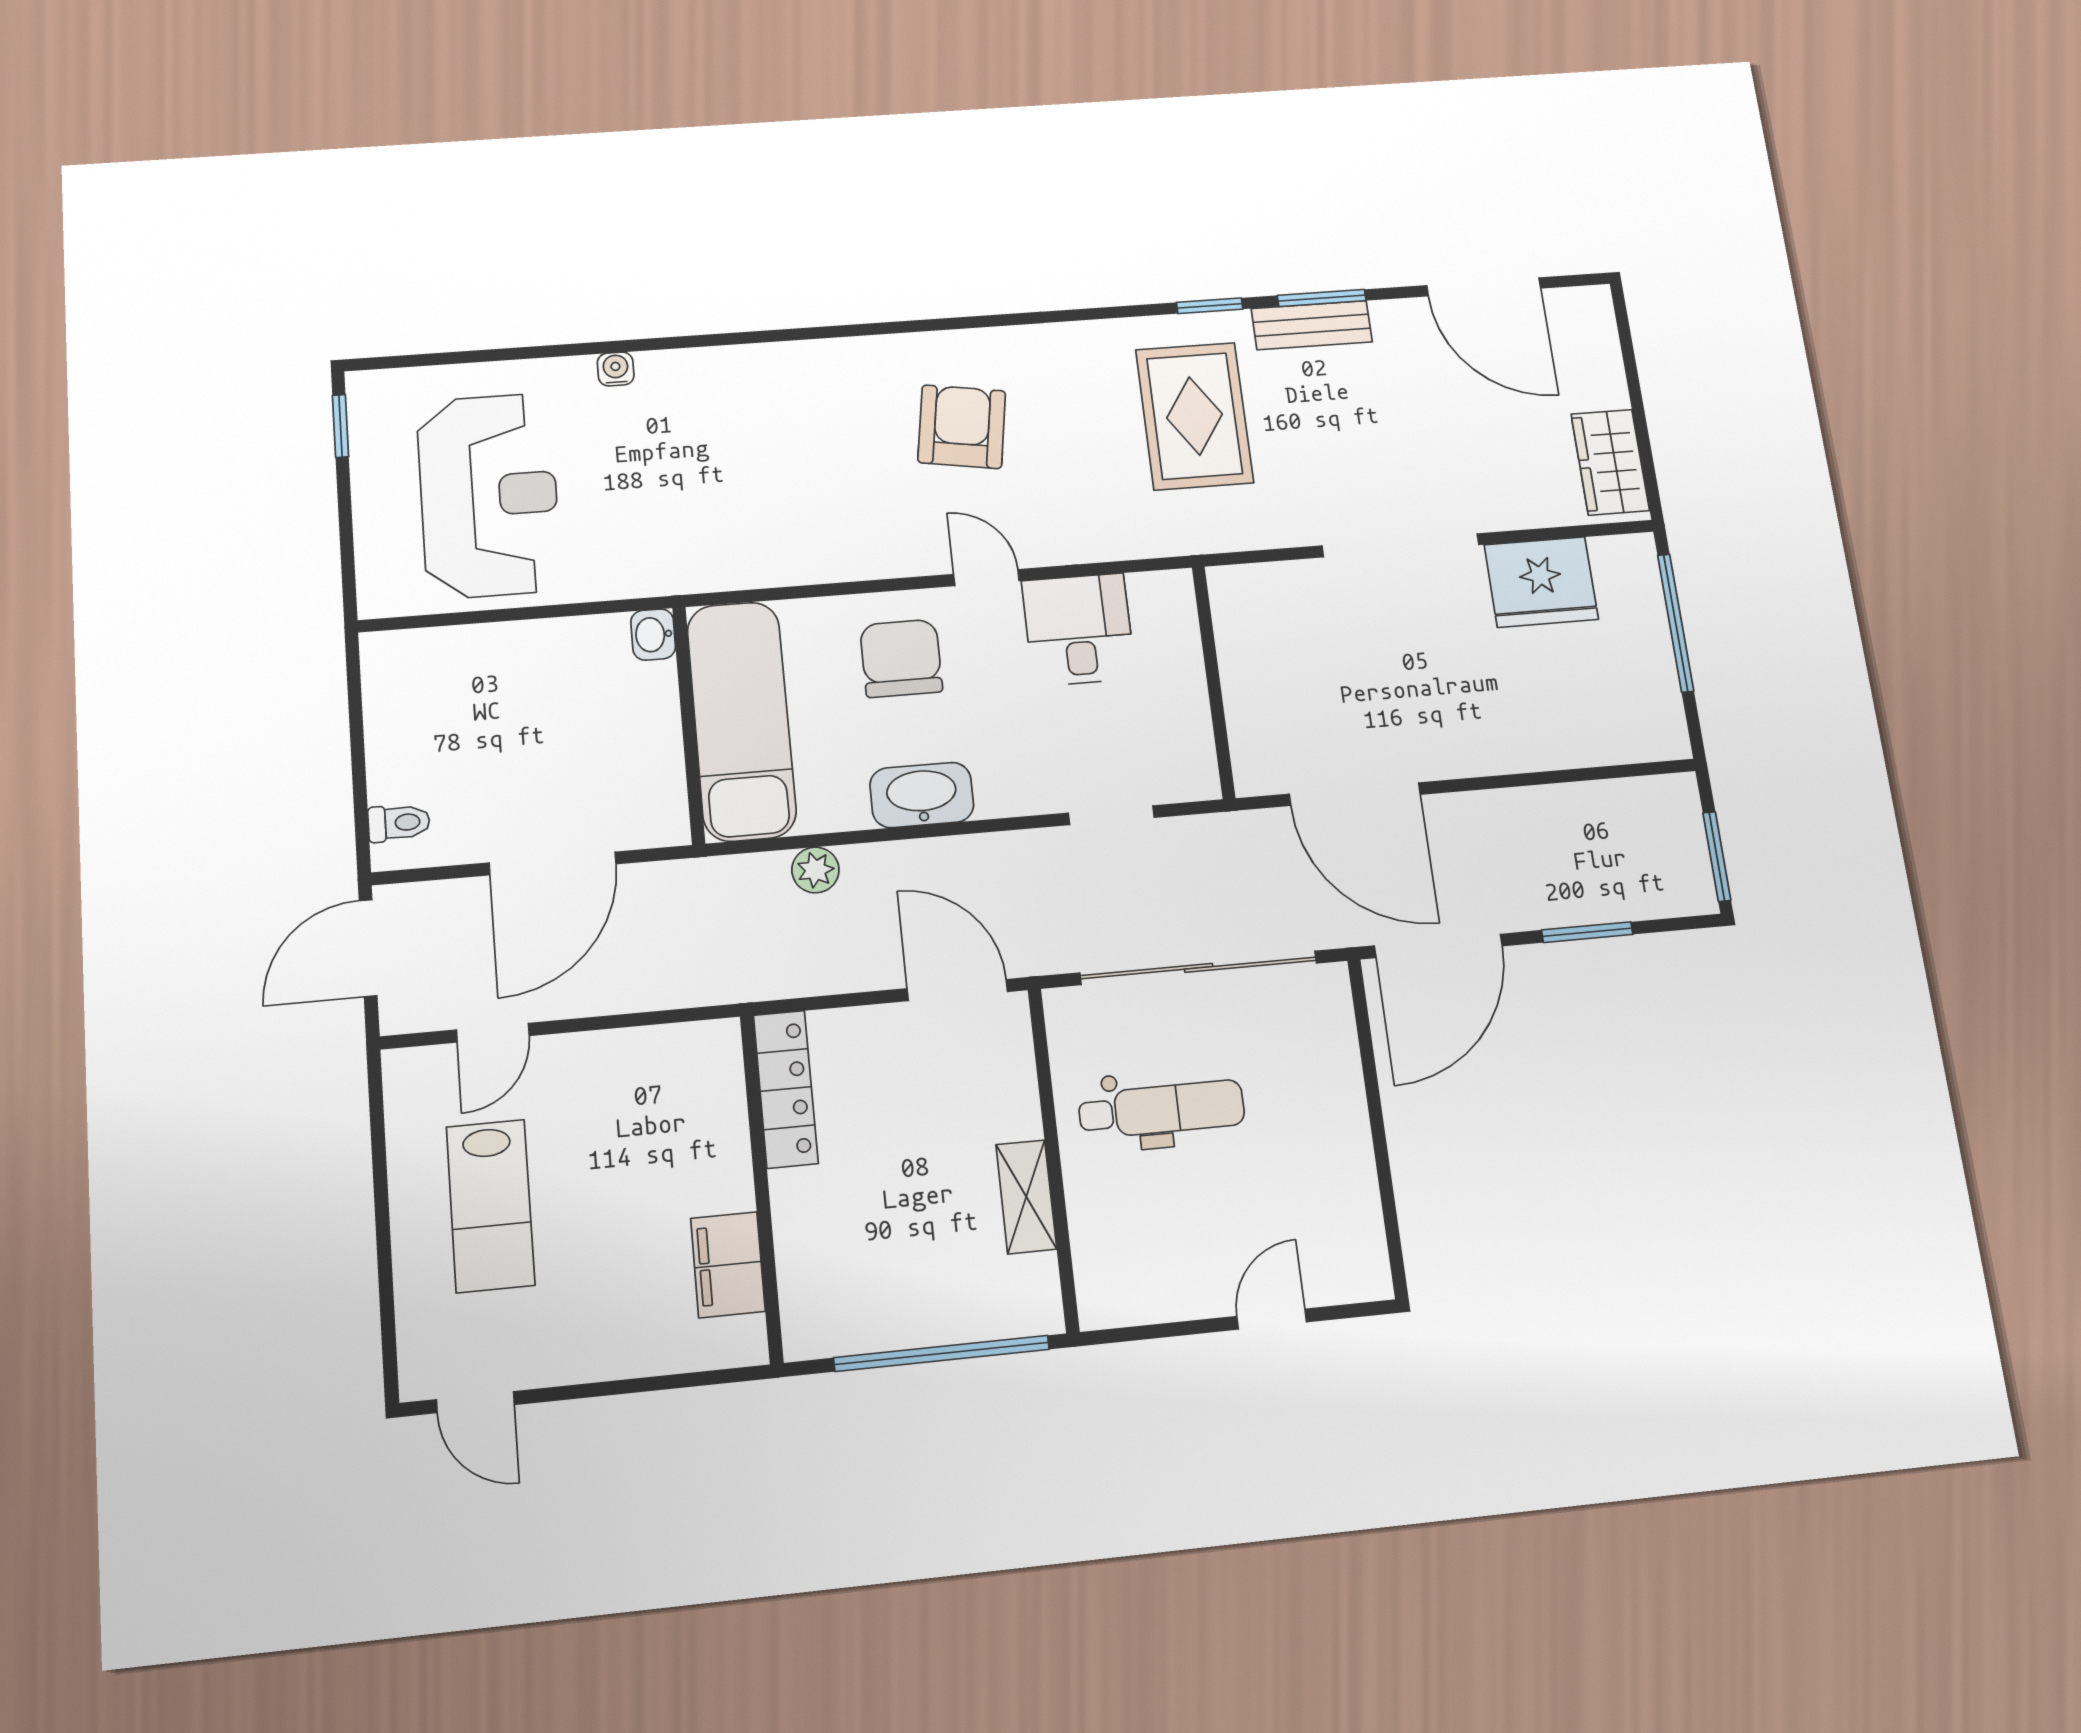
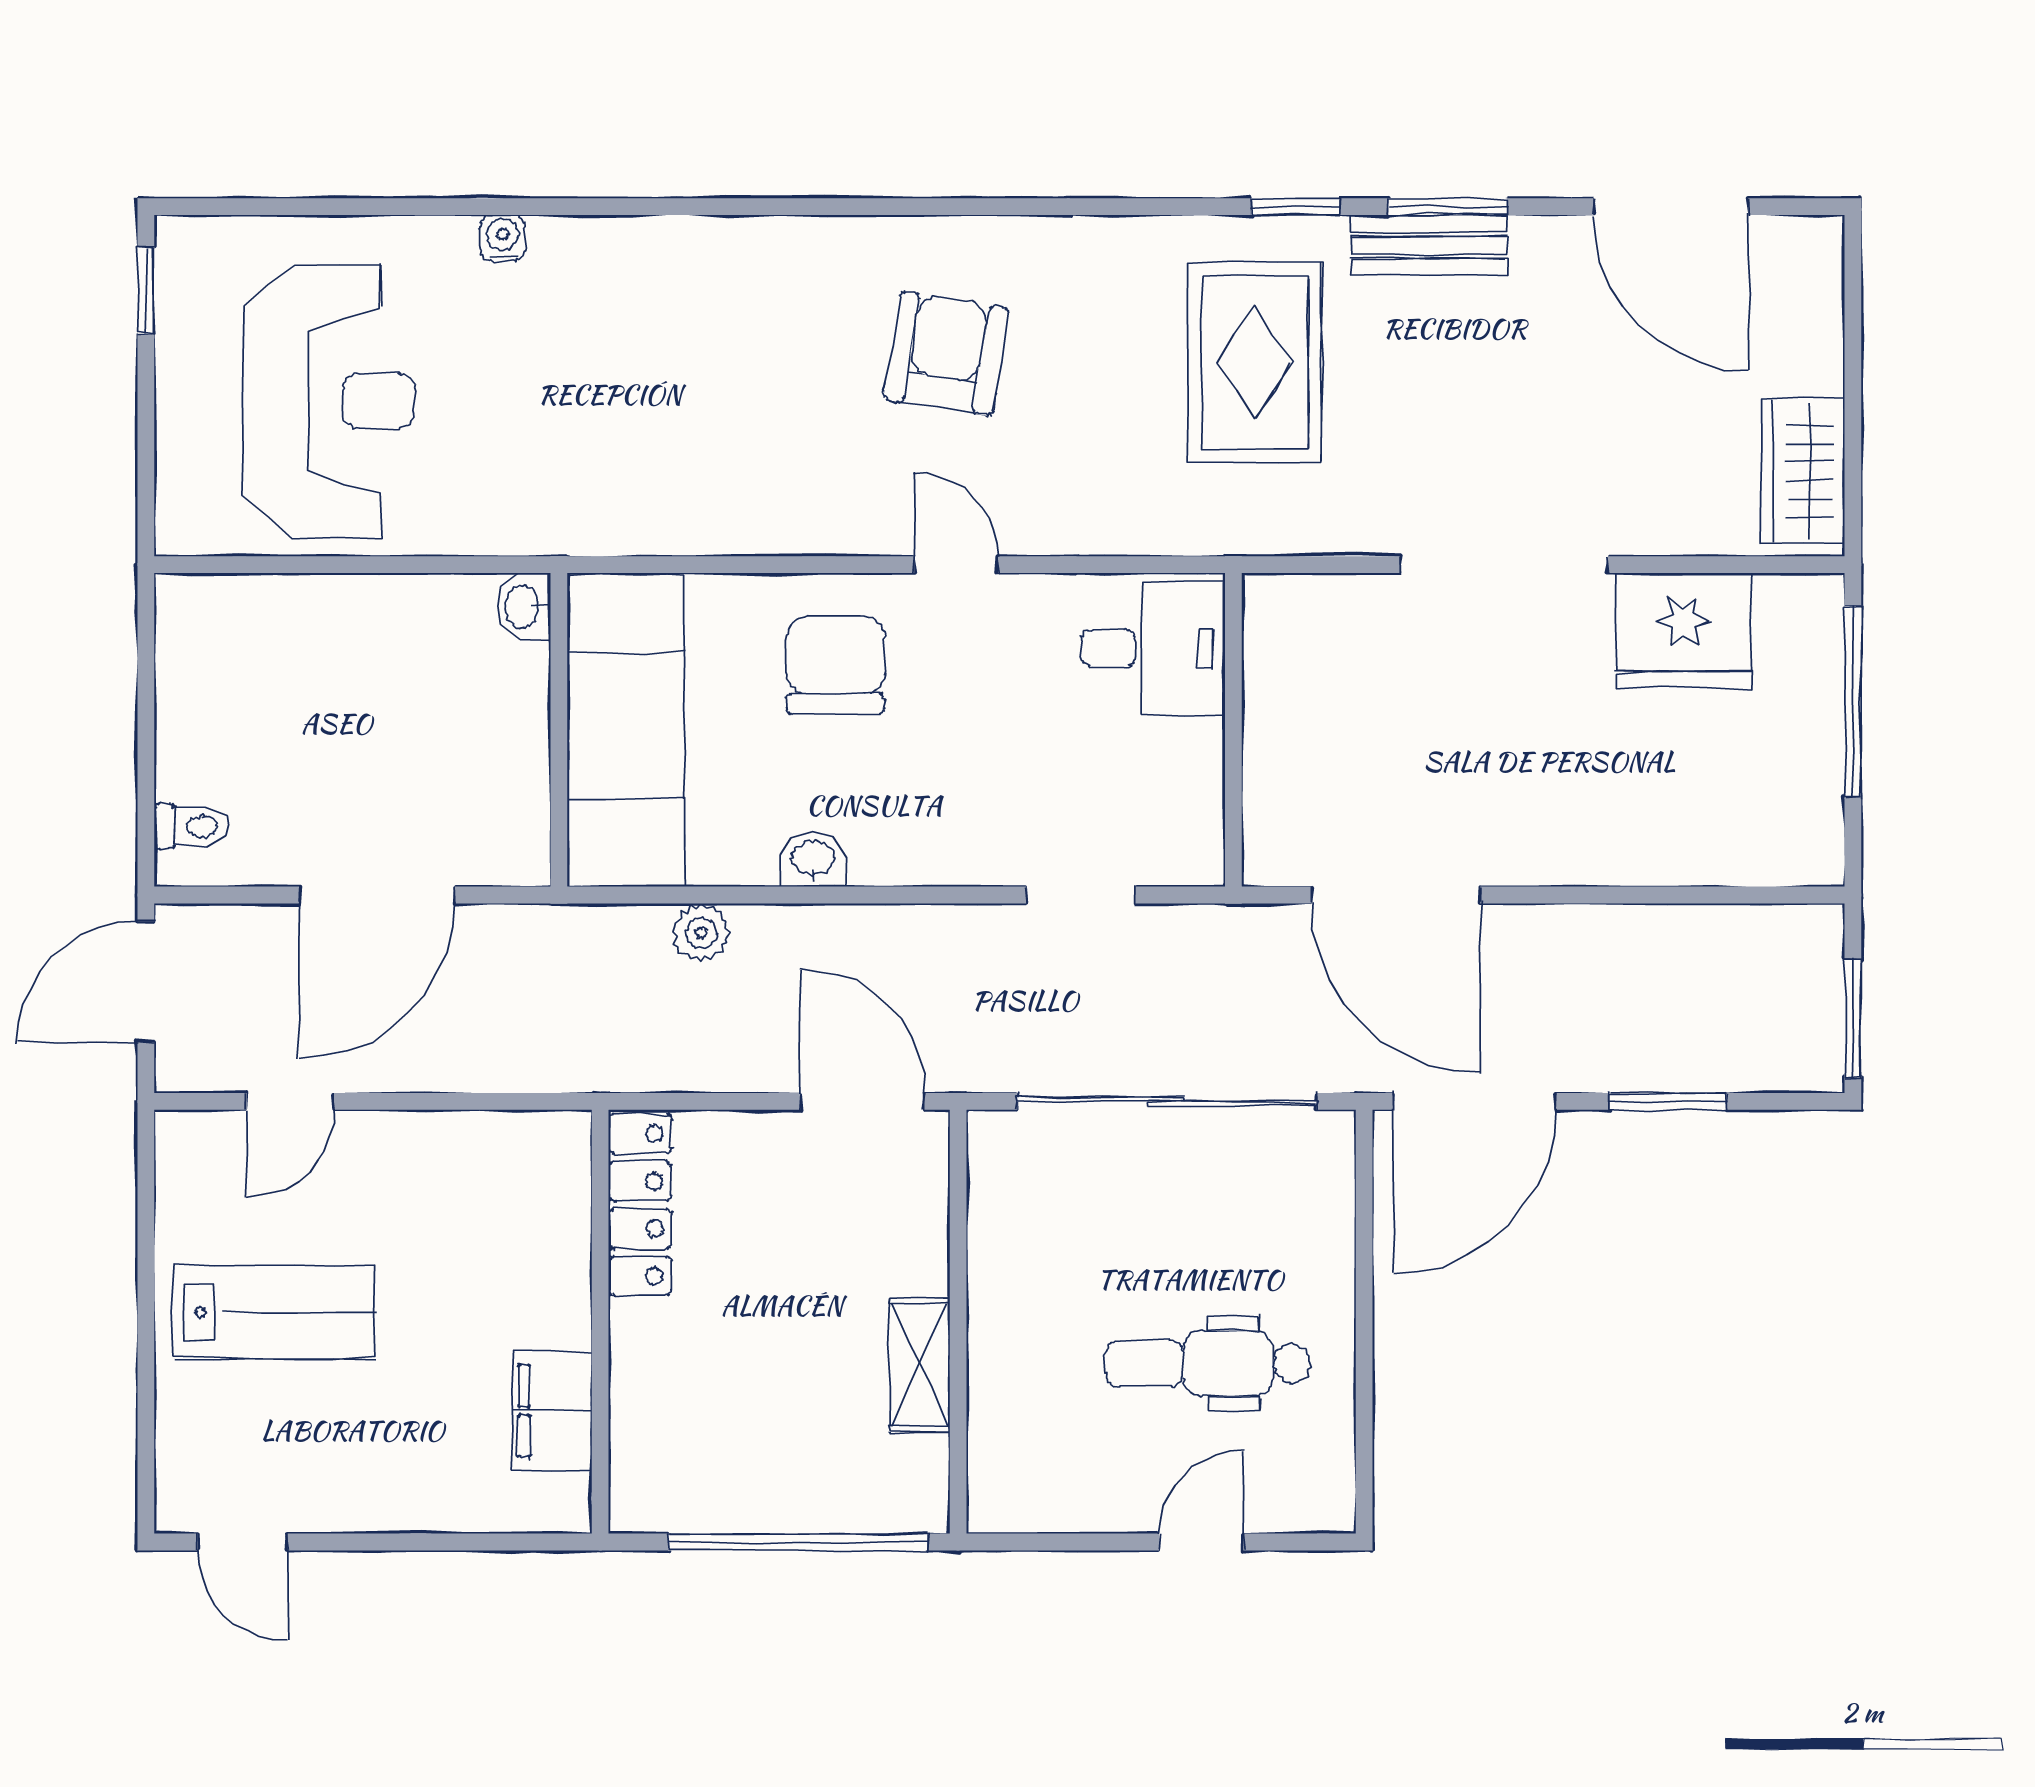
desk: (1079, 630) -> (1153, 648), moved, turned 90
washbasin: (922, 795) -> (813, 860), width x0.52, depth x0.69
dental chair: (1162, 1109) -> (1208, 1364), moved, turned 180
lab bench: (490, 1206) -> (274, 1312), turned -90

